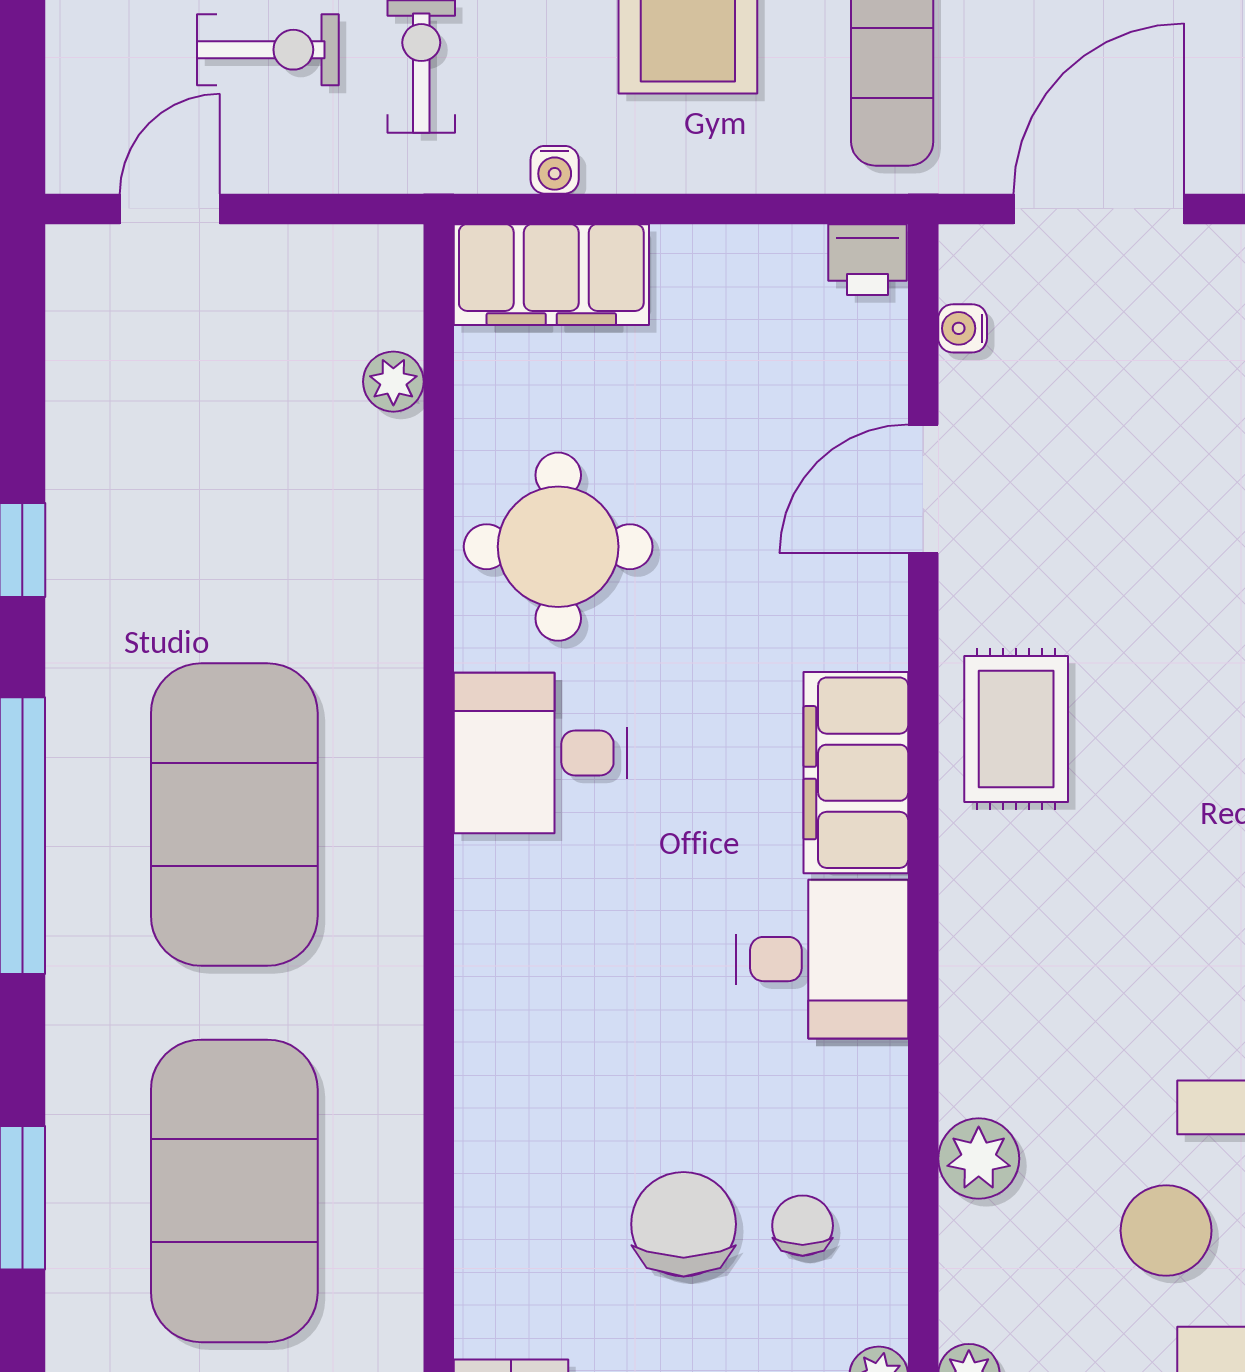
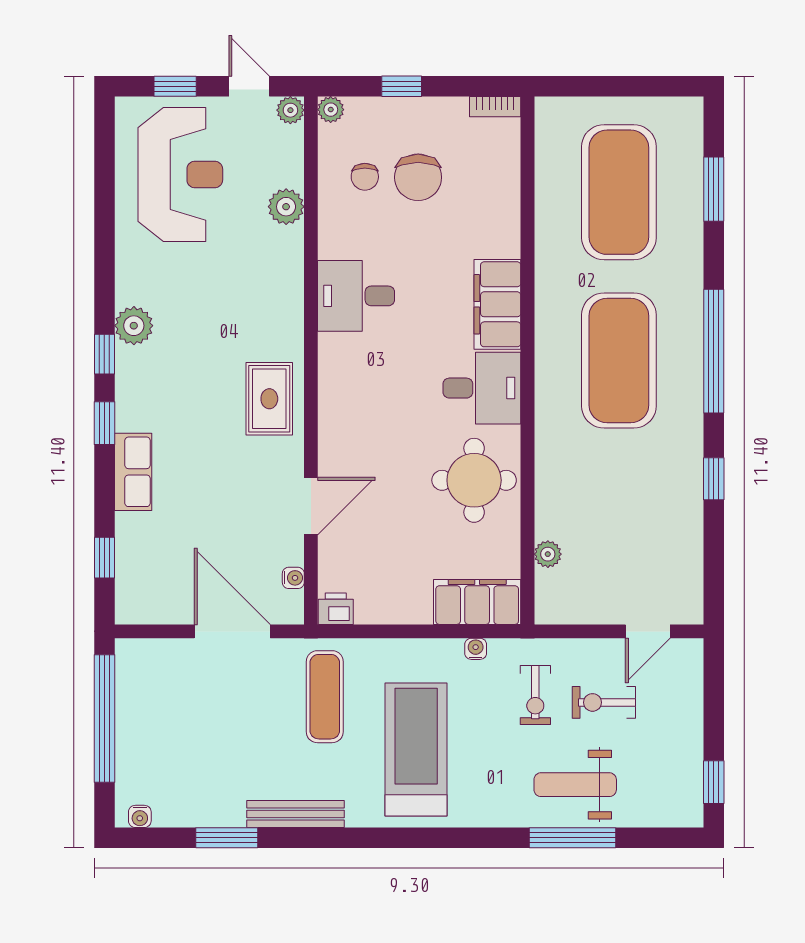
door: (1099, 209) -> (232, 631), swing flipped
filing cabinet: (856, 773) -> (497, 304), moved, turned 180

